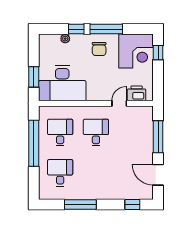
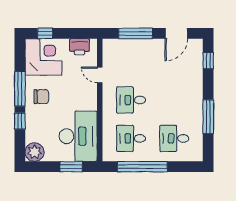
plant: (65, 39) -> (35, 152), moved, width x1.88, depth x1.88
printer: (137, 93) -> (79, 47), moved, turned -90

